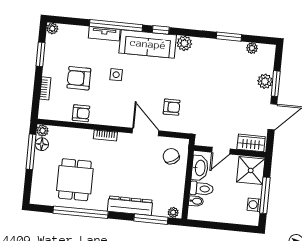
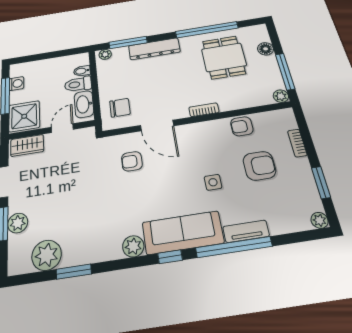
plant: (252, 48) -> (47, 255), width x1.87, depth x1.87
floor lamp: (42, 144) -> (266, 49), moved
chair: (171, 156) -> (120, 108), turned -59

